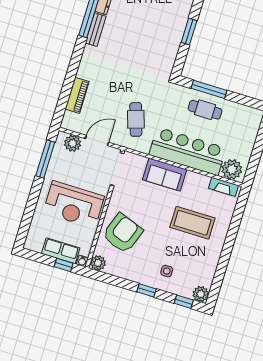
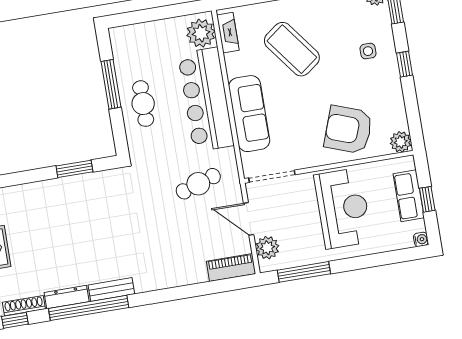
window: (189, 31) -> (74, 169), moved
window: (209, 89) -> (111, 84), moved
piano: (77, 95) -> (231, 267), moved
sofa: (165, 175) -> (249, 114), width x1.36
coffee table: (192, 223) -> (292, 49), turned -37
water cooler: (82, 261) -> (421, 239), moved
window: (64, 265) -> (427, 199), moved

